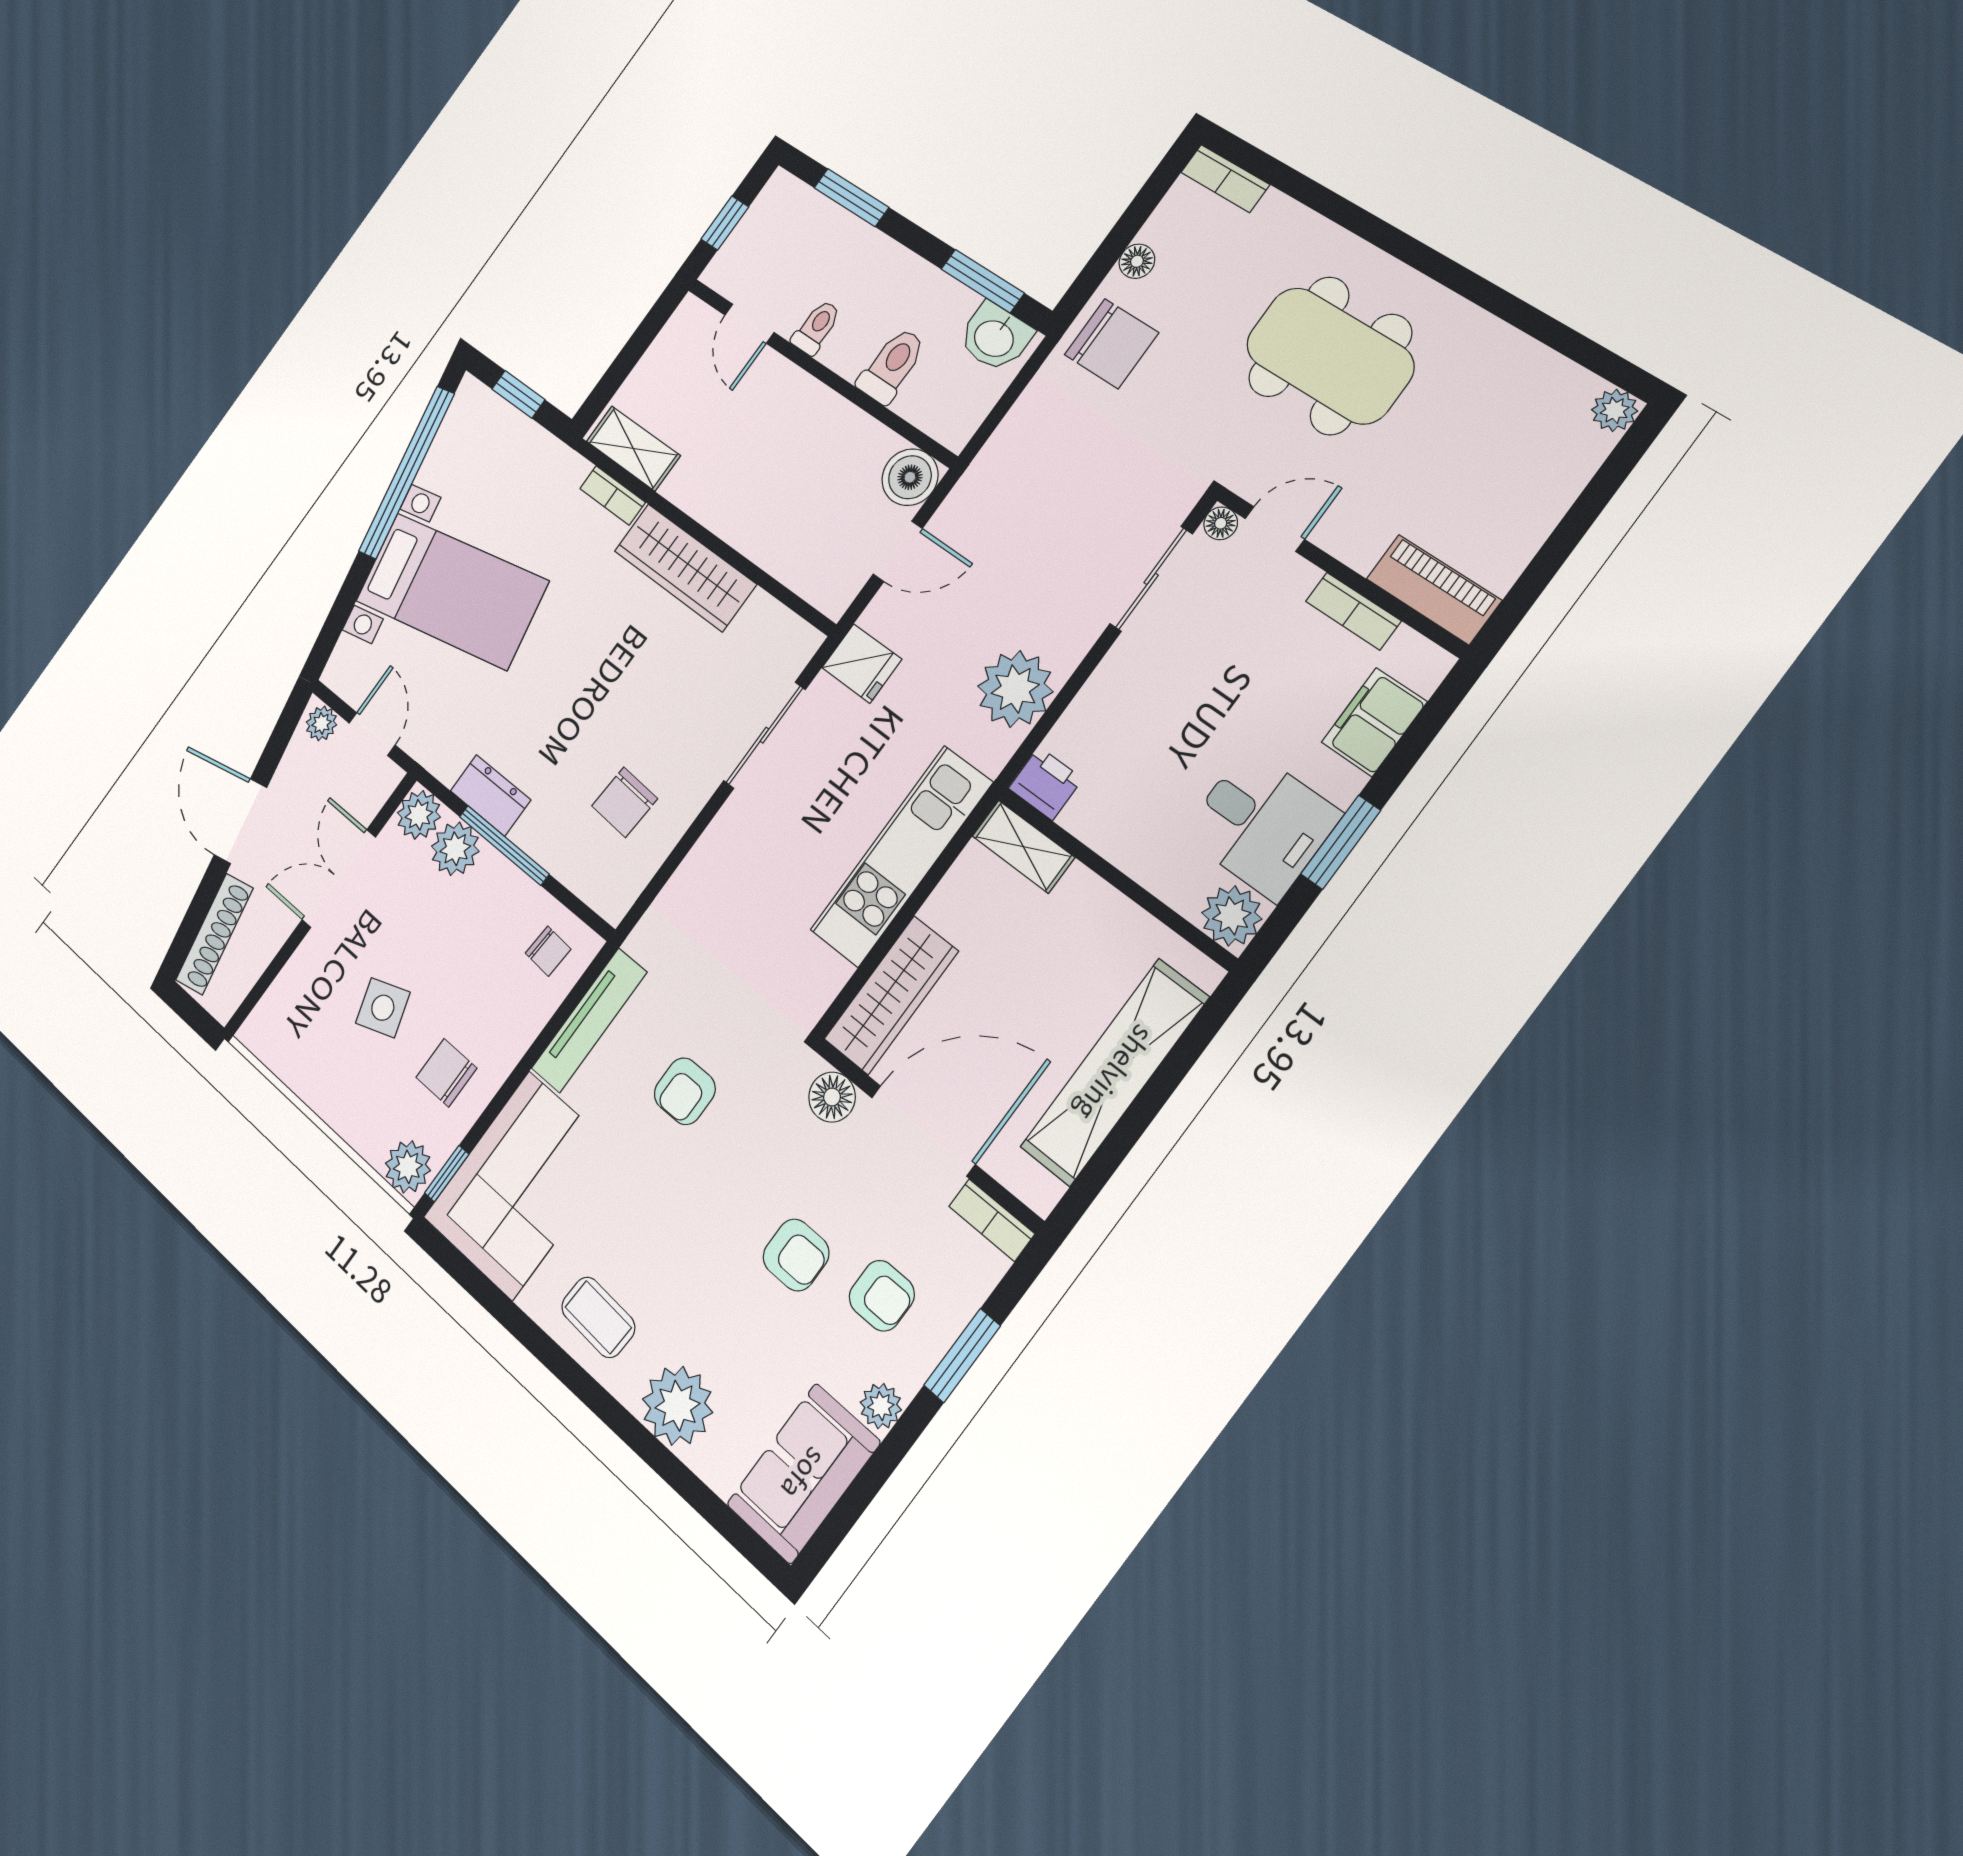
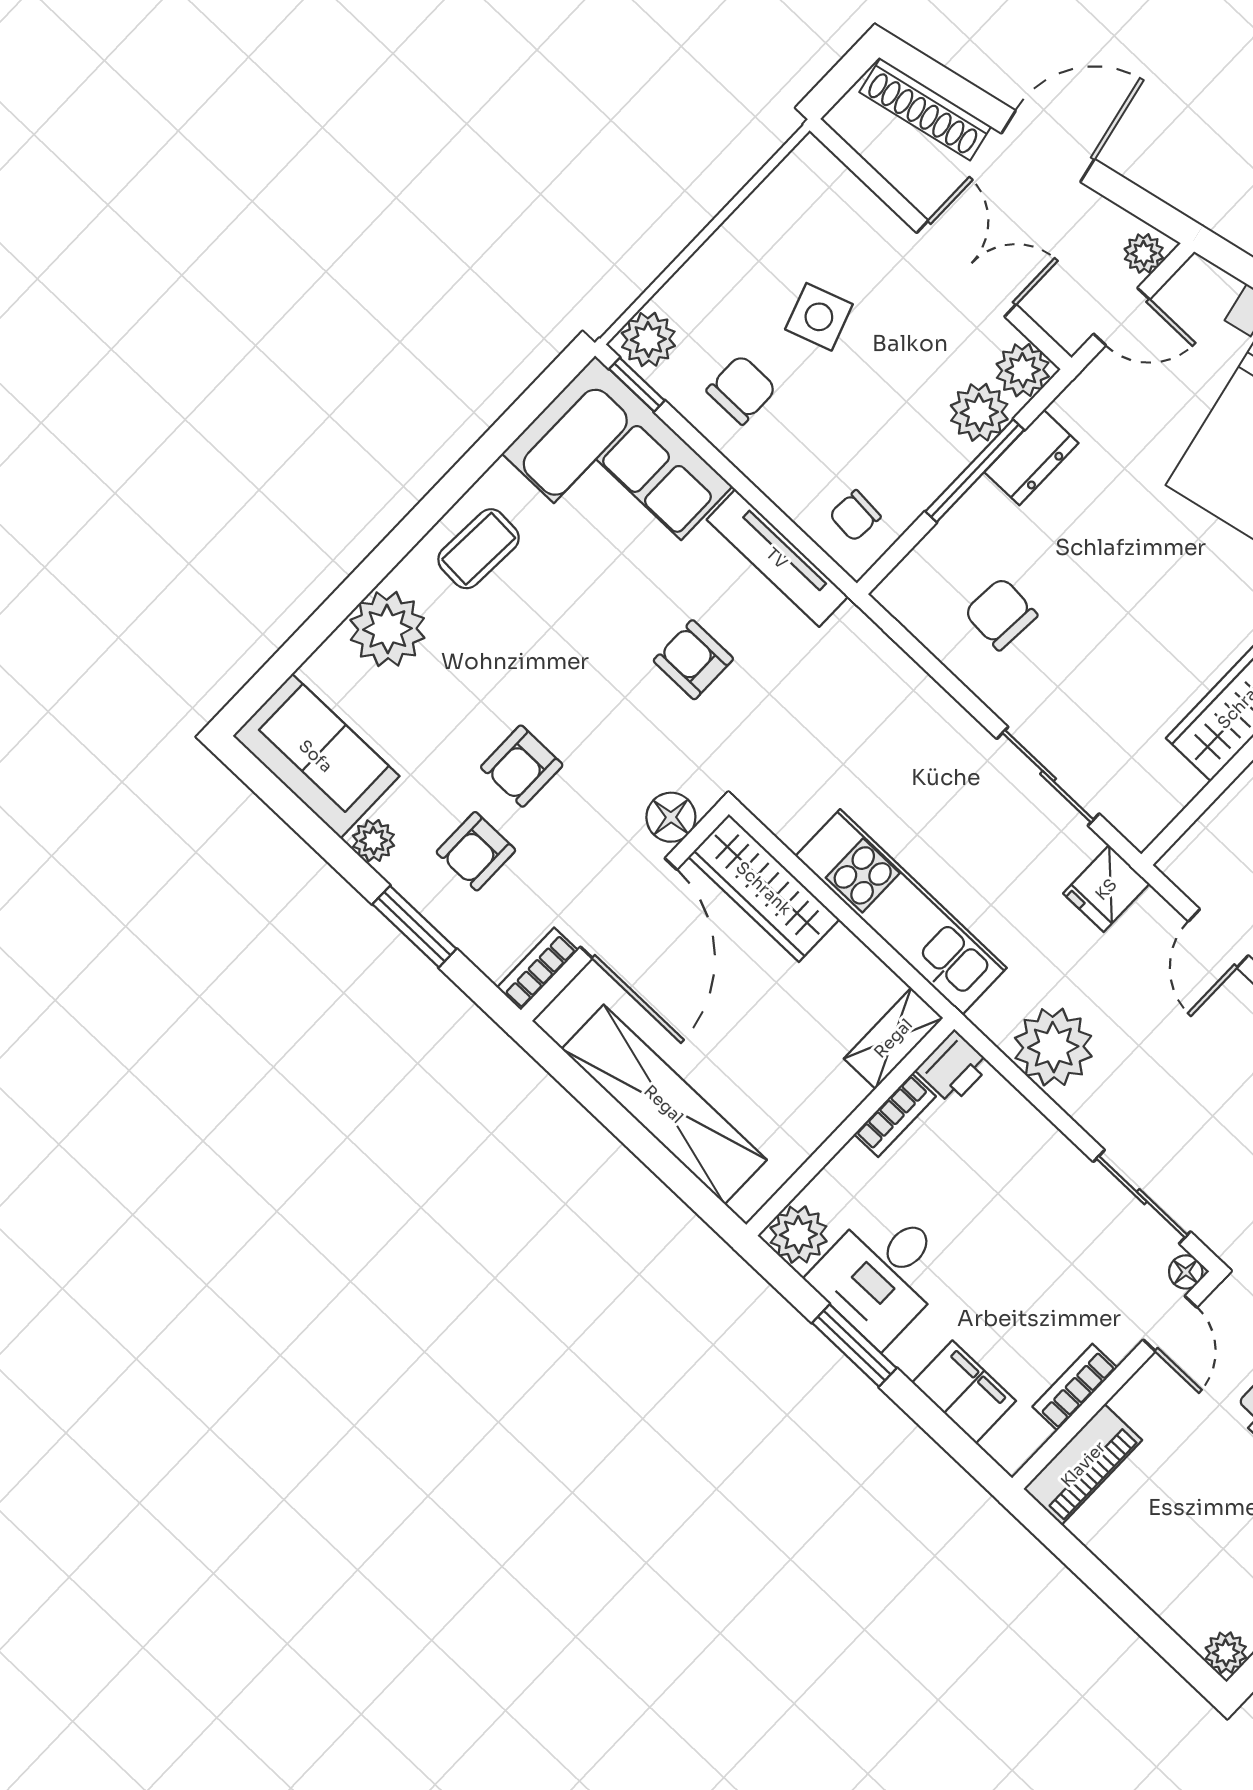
bookcase: (1099, 834) -> (895, 1115), added

